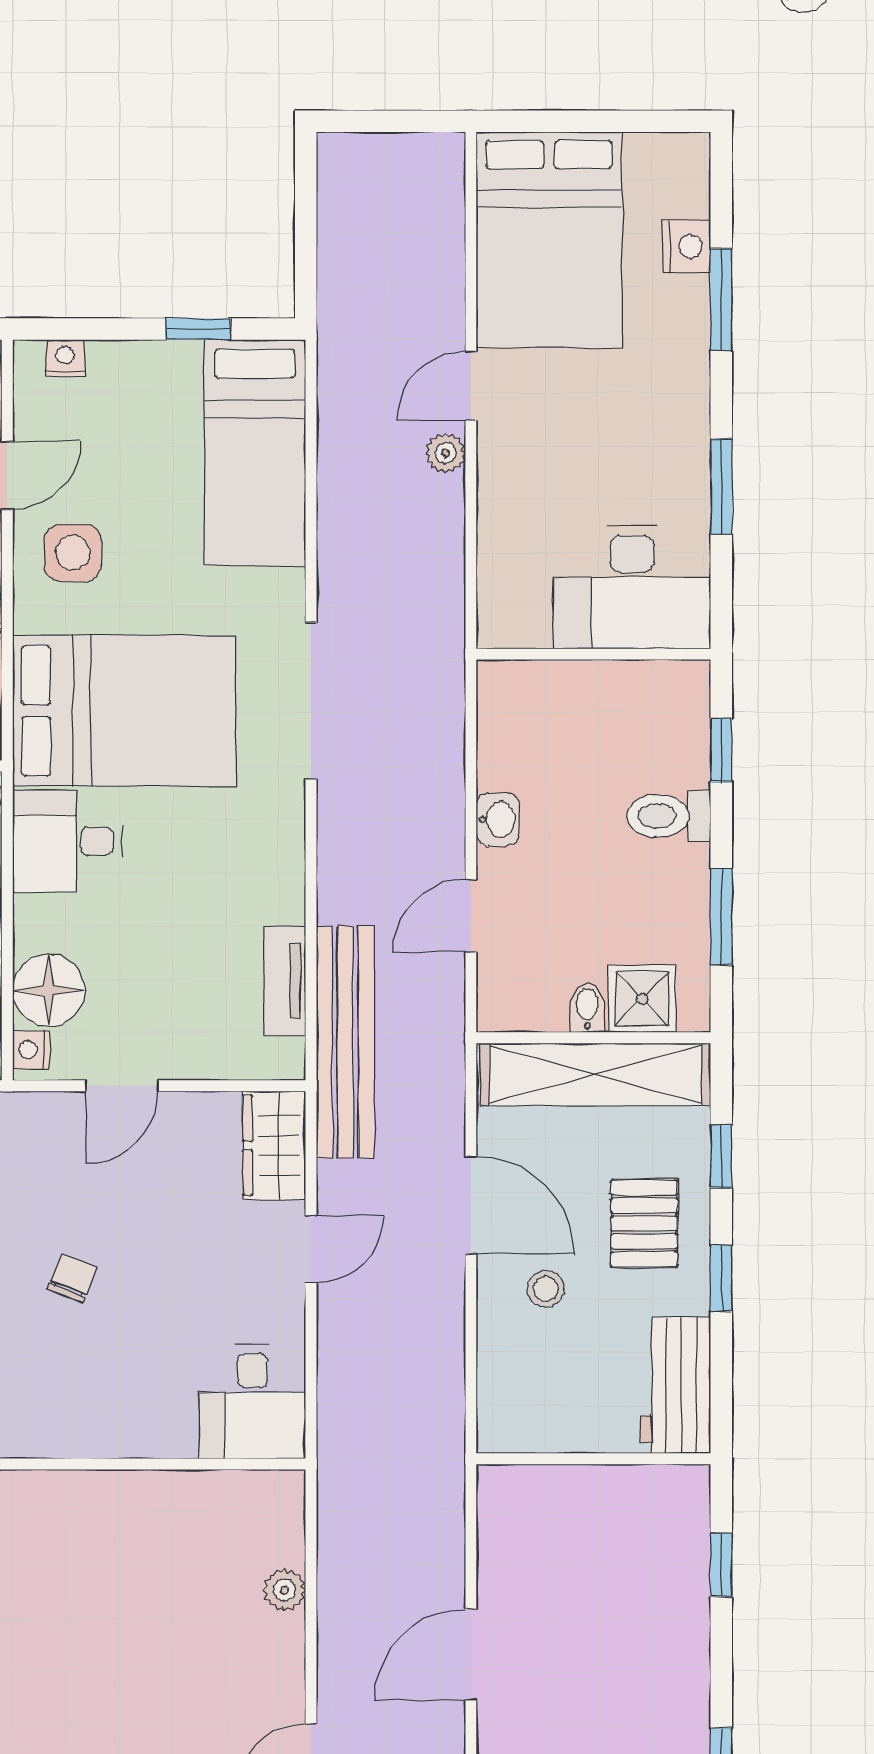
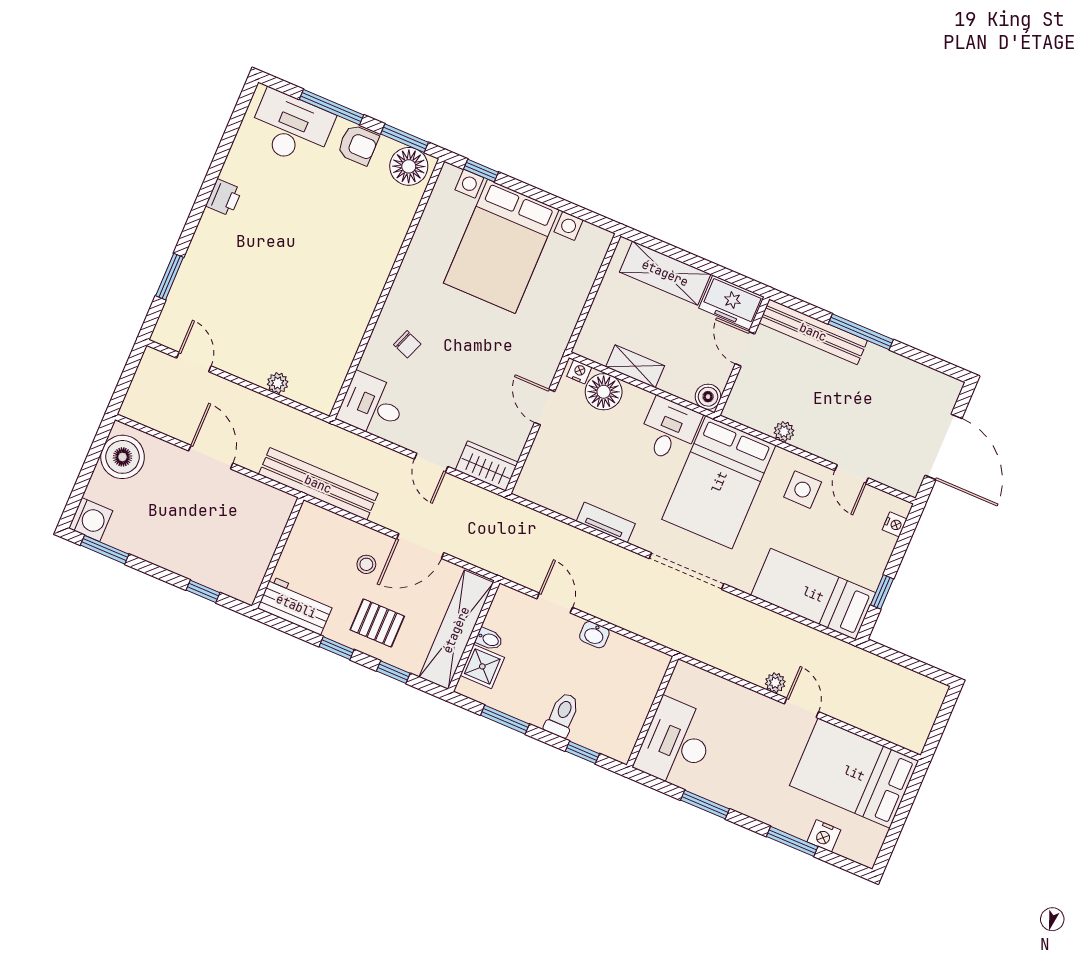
tv unit: (285, 981) -> (606, 522), moved
bench: (345, 1042) -> (318, 484), moved
chair: (72, 1278) -> (407, 344), moved

